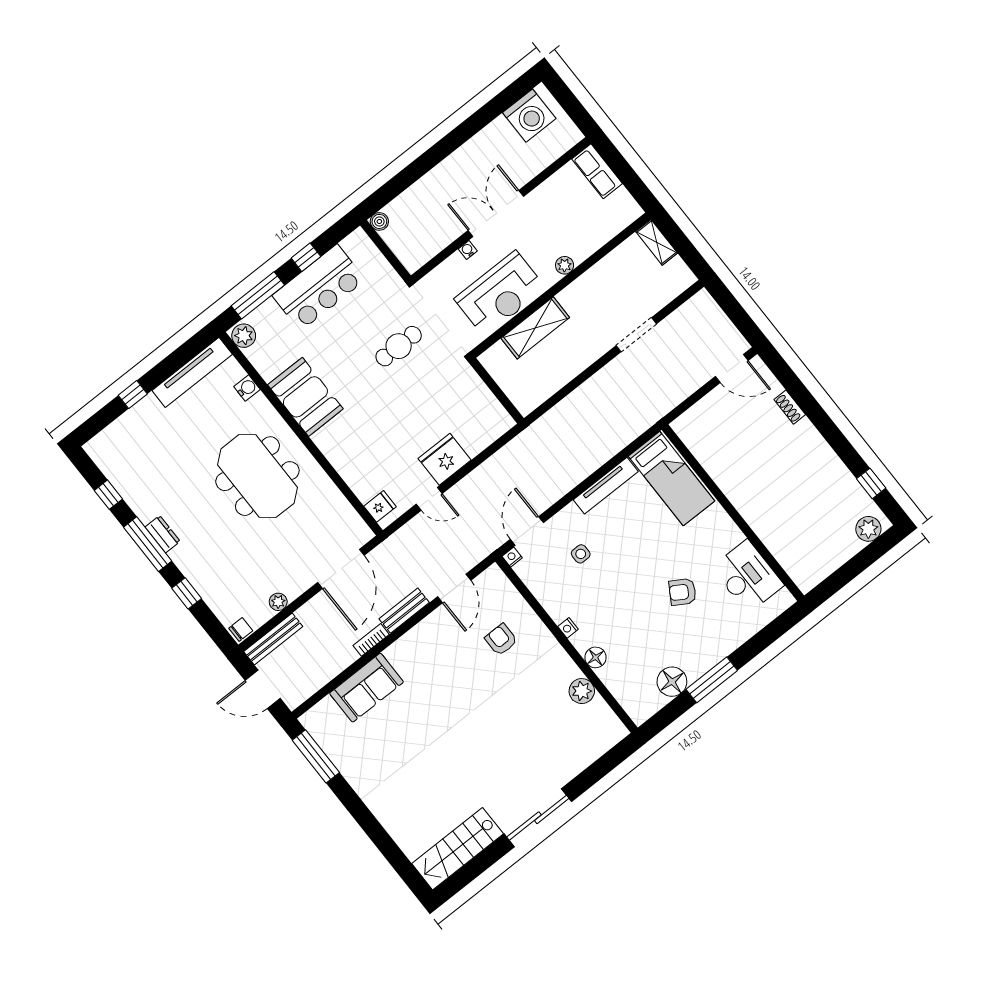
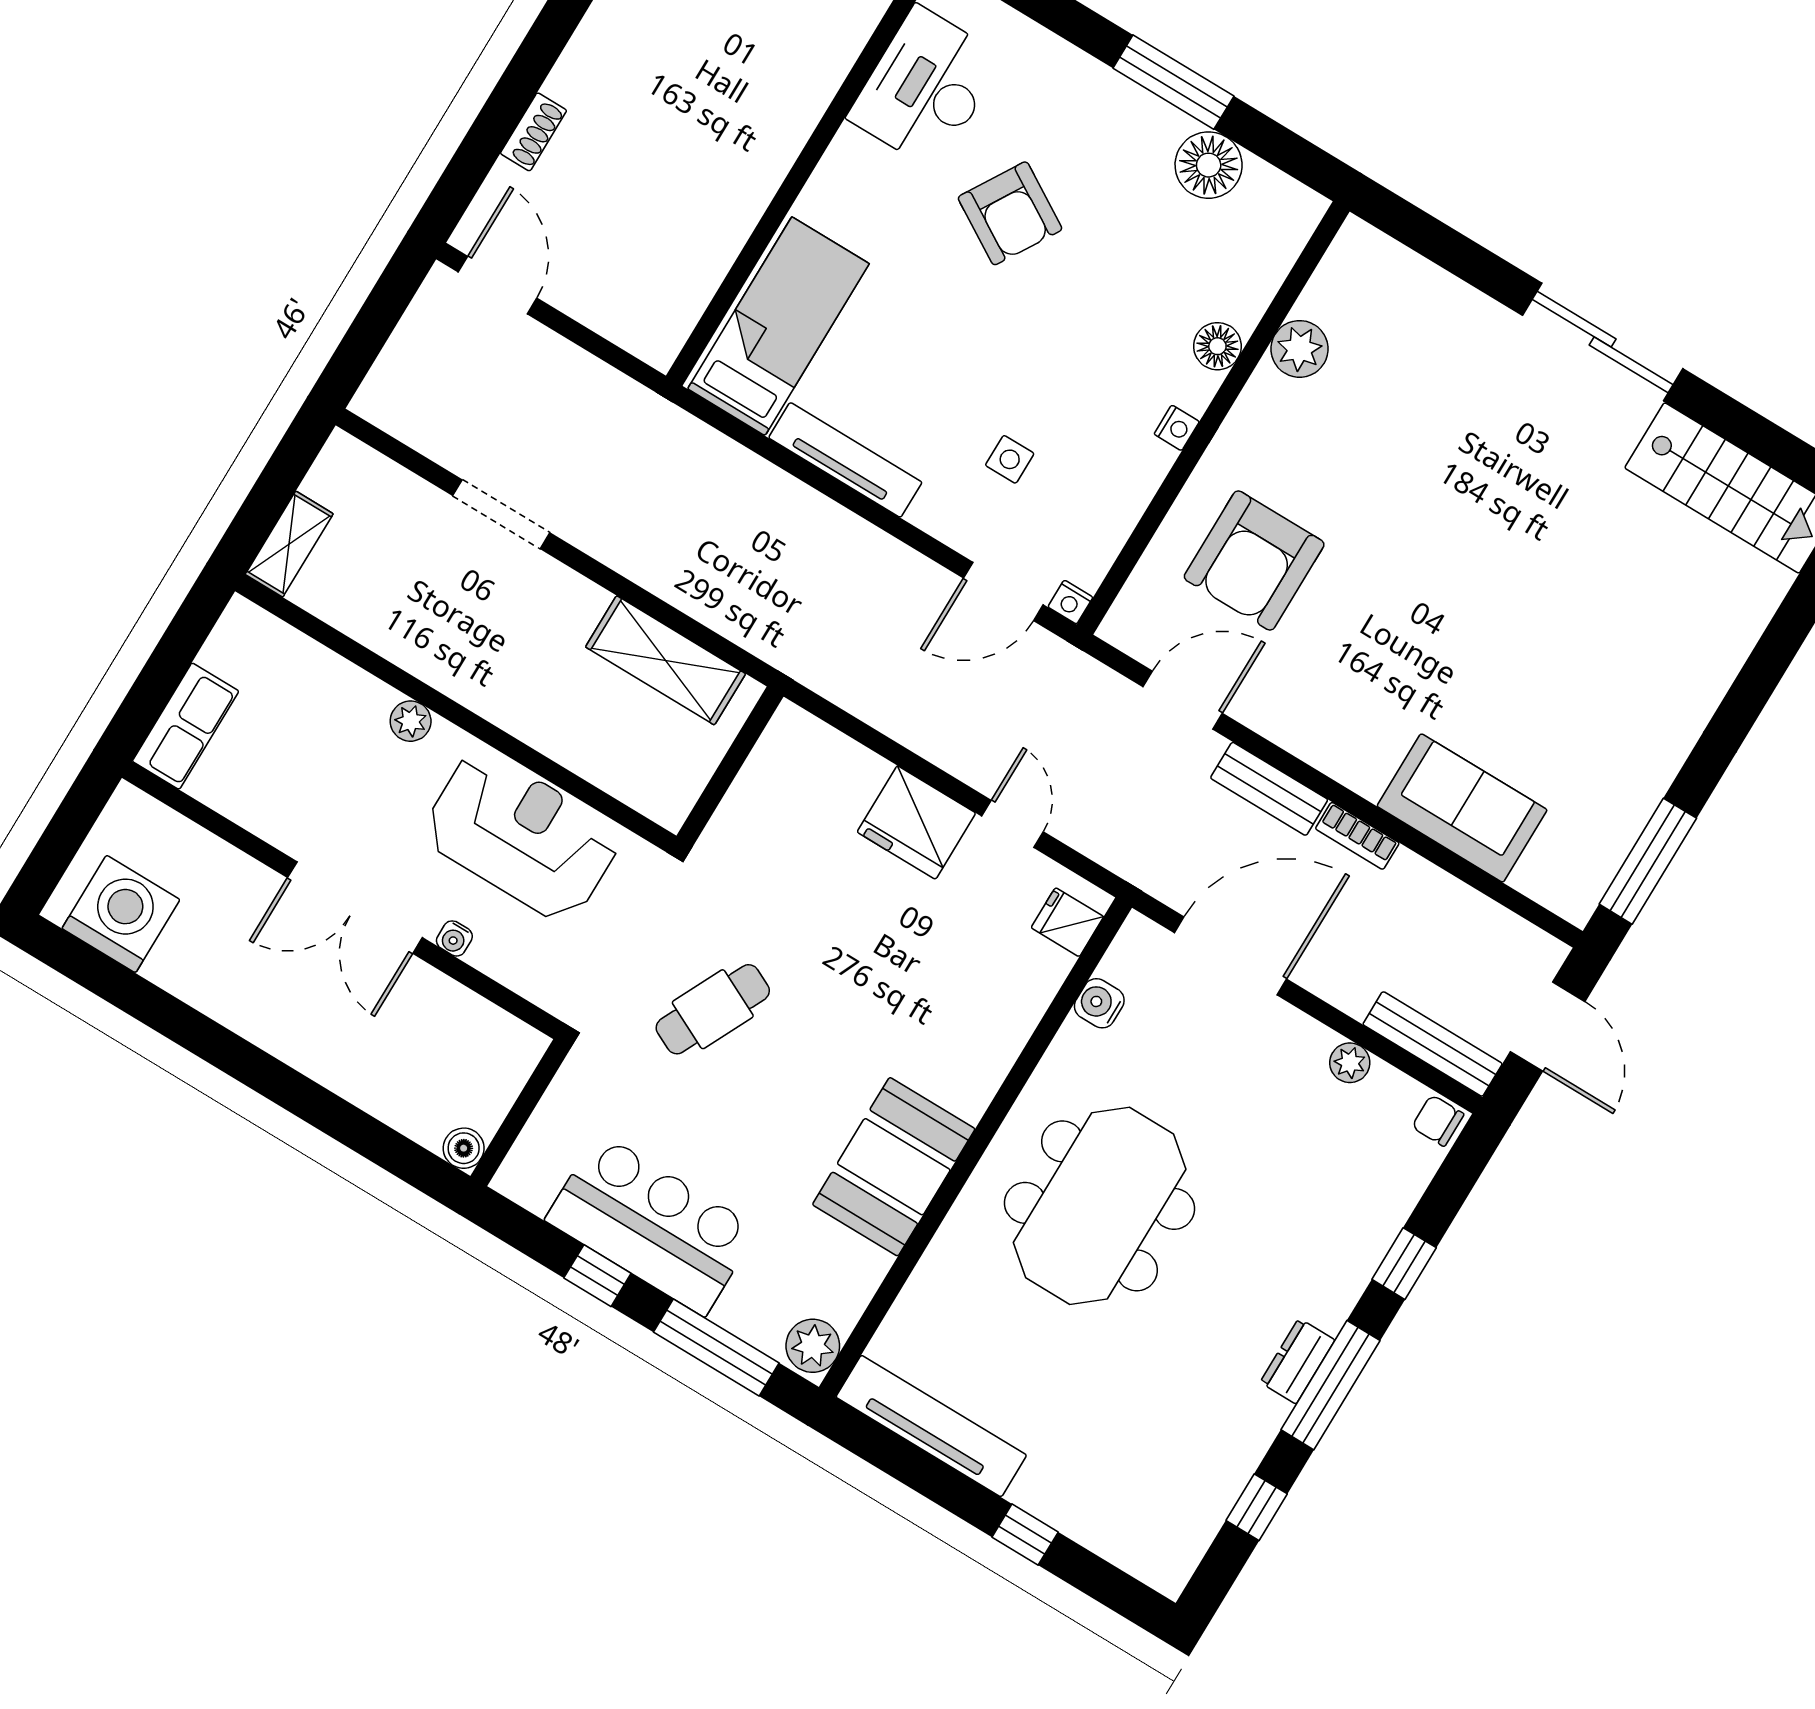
shelving: (535, 328) -> (666, 660), moved
cafe table: (399, 346) -> (713, 1009), turned -64
water cooler: (247, 388) -> (1099, 1003), moved
armchair: (683, 592) -> (1010, 213), width x1.38, depth x1.38
armchair: (501, 640) -> (1254, 561), width x1.88, depth x1.88

